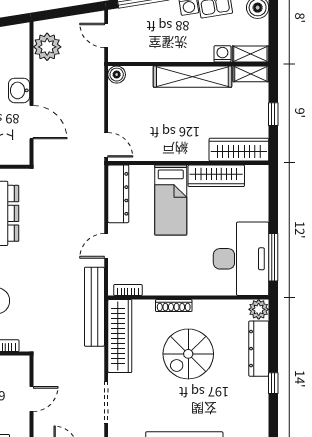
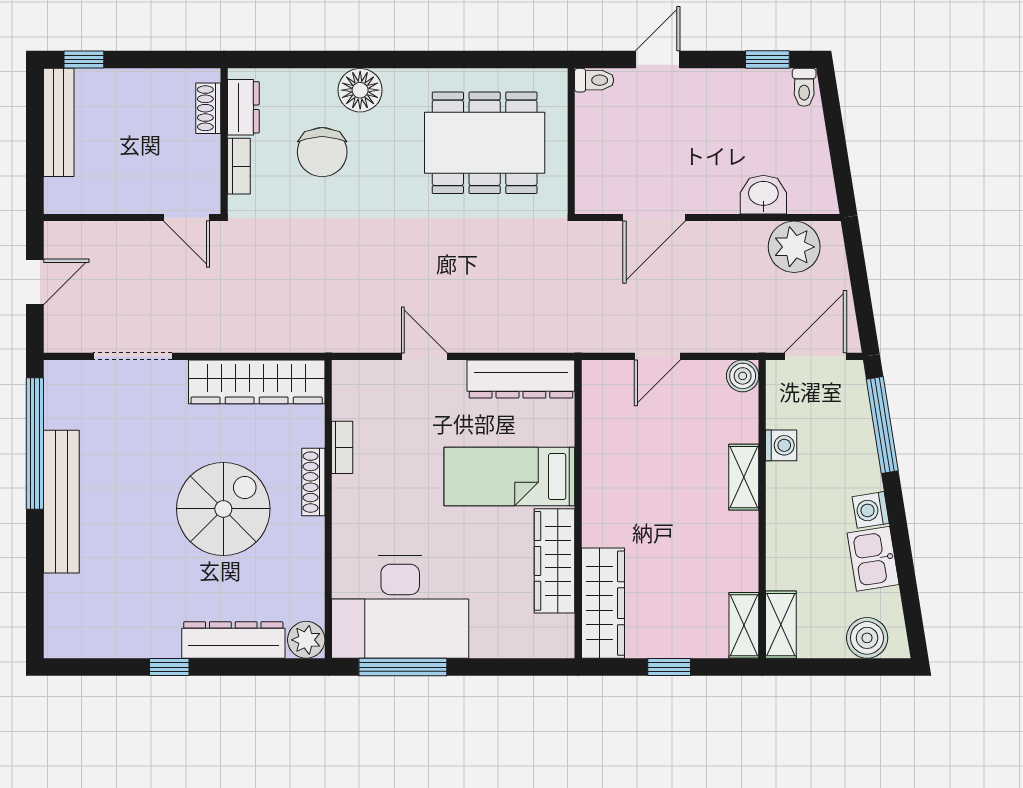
door: (106, 35) -> (815, 356), width x1.38
washing machine: (222, 54) -> (781, 445), moved
shelving: (192, 77) -> (744, 477), width x0.45, depth x0.75
washbasin: (19, 90) -> (763, 195), moved
door: (106, 145) -> (657, 356), moved
bookcase: (128, 290) -> (342, 447), moved
bench: (94, 307) -> (311, 335), removed
spiral stairs: (188, 354) -> (223, 509), turned 90
door: (31, 399) -> (186, 218), moved

